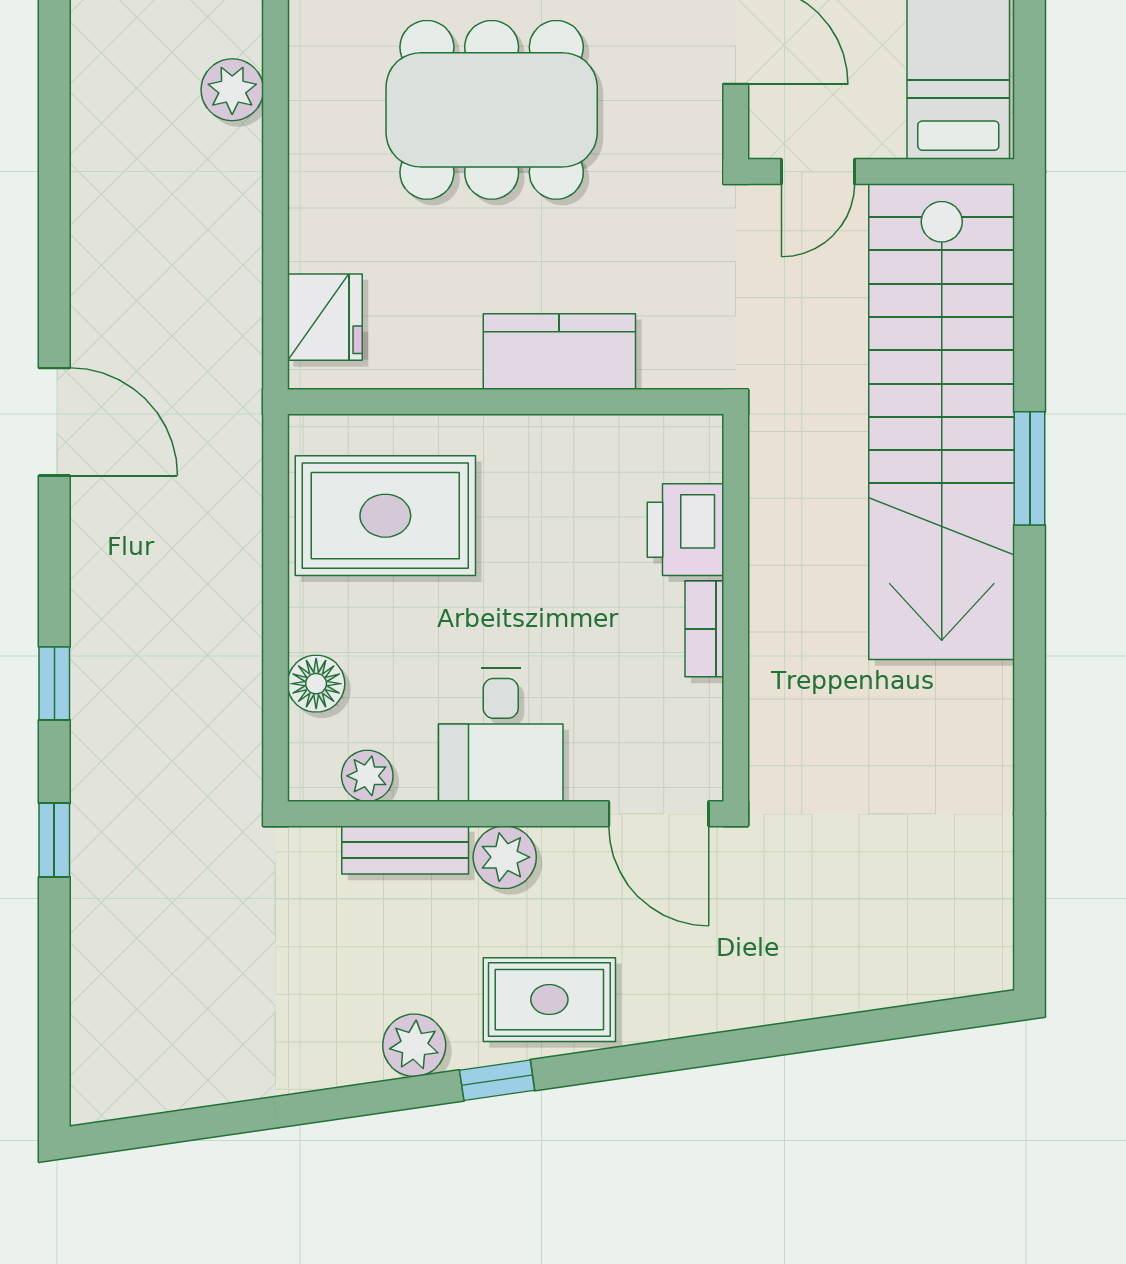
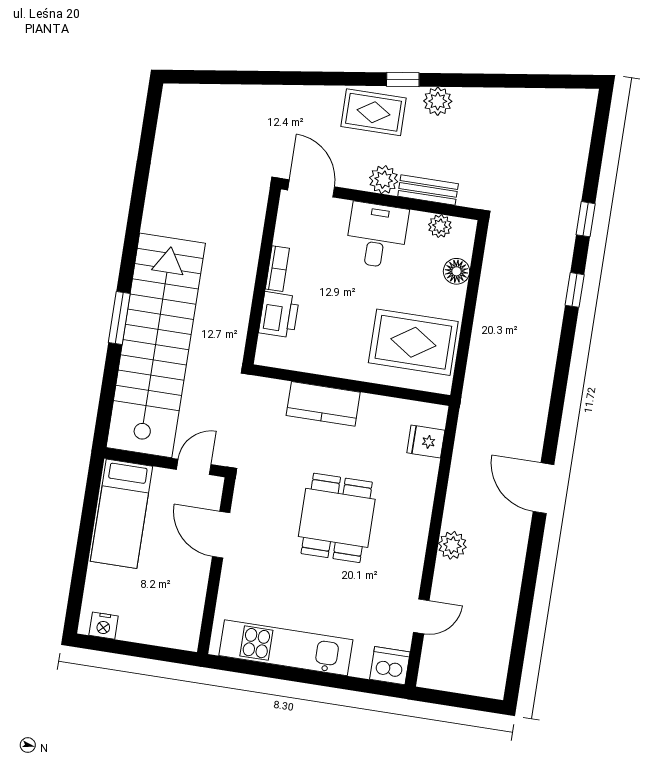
dining table: (492, 110) -> (337, 518), width x0.73
fridge: (325, 317) -> (426, 441), width x0.72
door: (54, 422) -> (544, 488), moved

